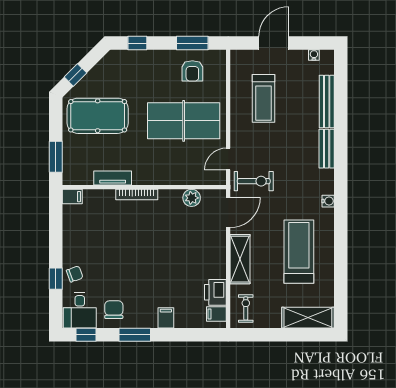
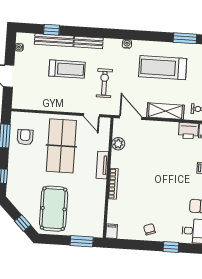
armchair: (192, 71) -> (25, 137), turned -90
window: (341, 97) -> (51, 30), added
treadmill: (263, 98) -> (67, 69), moved
tv unit: (113, 178) -> (102, 165), moved
exercise bike: (254, 181) -> (104, 83), moved
chair: (75, 274) -> (149, 229), moved
window: (341, 279) -> (185, 38), added

